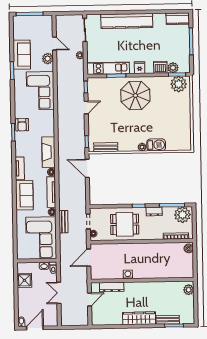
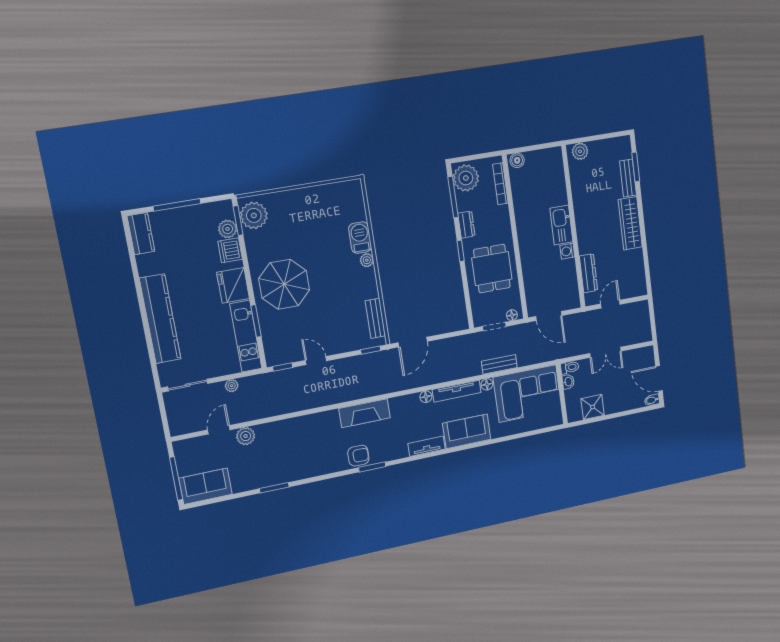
sofa: (22, 55) -> (206, 486), moved
fridge: (140, 68) -> (233, 285), width x1.88, depth x1.34
corner sofa: (40, 91) -> (300, 438), removed
fireplace: (48, 152) -> (365, 413), moved
kitchen sink: (145, 272) -> (561, 225), added
door: (90, 300) -> (610, 304), hinge flipped

